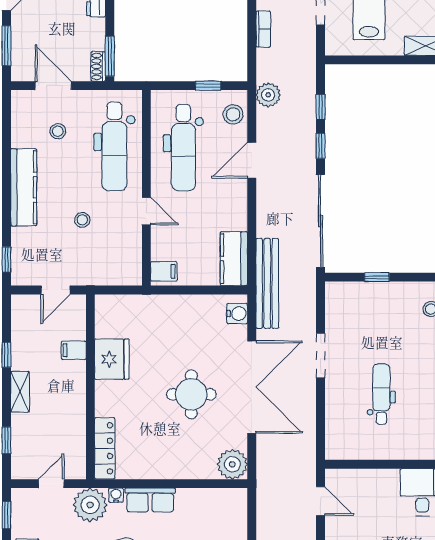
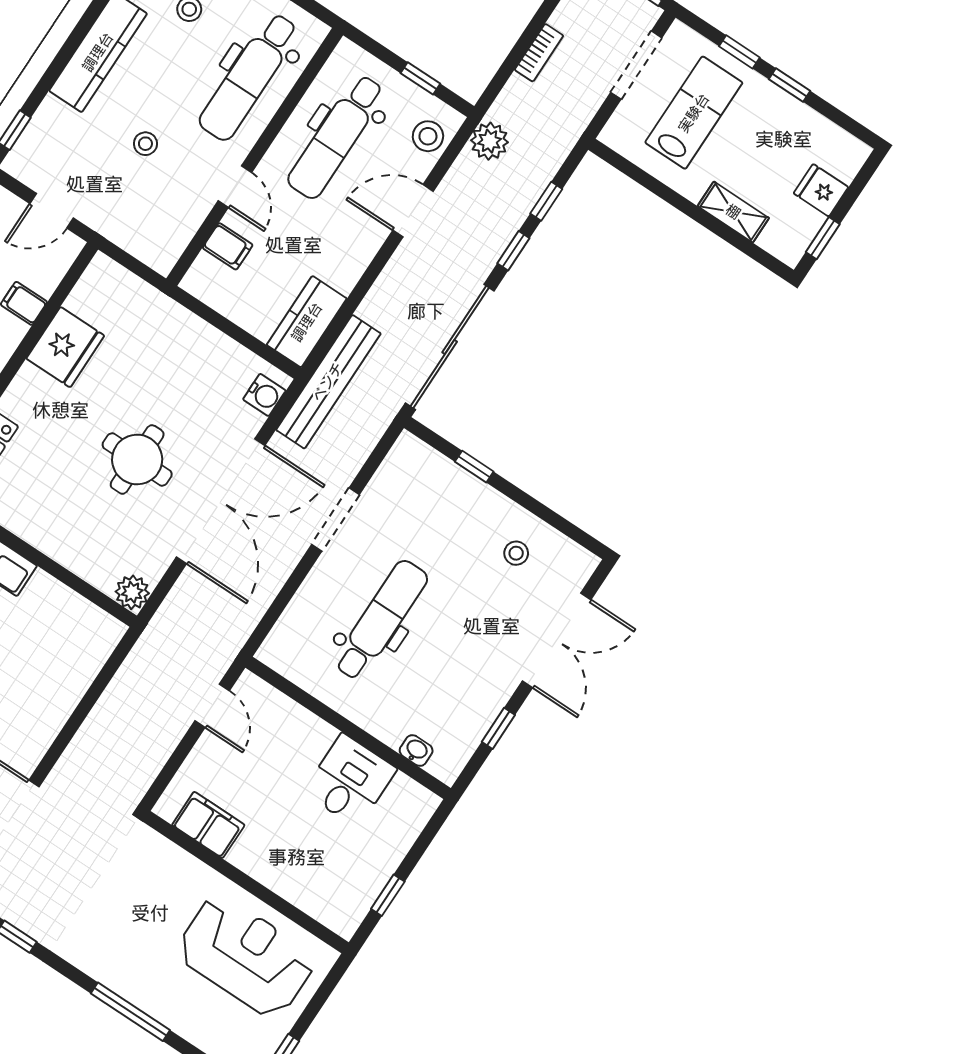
filing cabinet: (164, 271) -> (228, 246), moved
dental chair: (381, 394) -> (381, 620), width x1.36, depth x1.38
plant: (232, 464) -> (132, 592), width x0.73, depth x0.73

